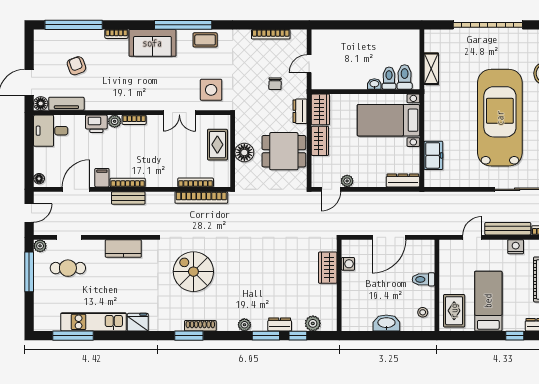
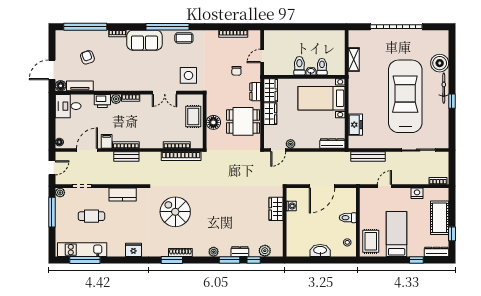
toilet: (405, 77) -> (299, 66), moved
bench: (508, 229) -> (368, 157), moved
cafe table: (68, 268) -> (91, 216), moved
kitchen unit: (94, 322) -> (82, 250), moved

